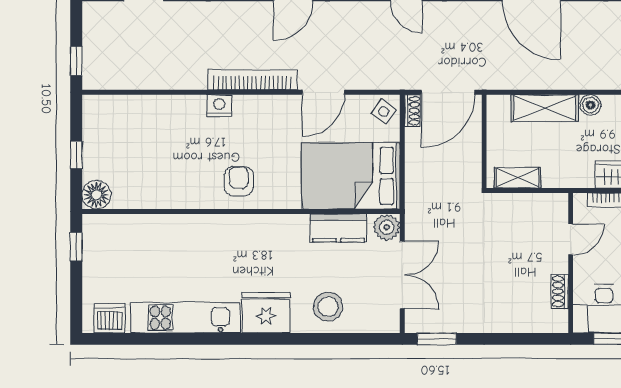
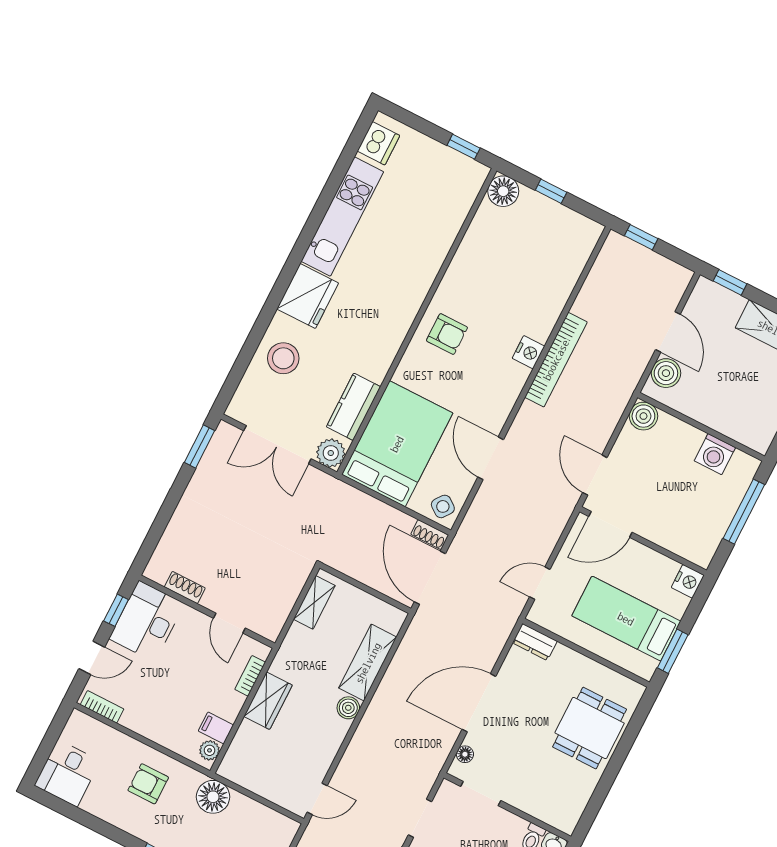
bookcase: (252, 80) -> (556, 360), moved

